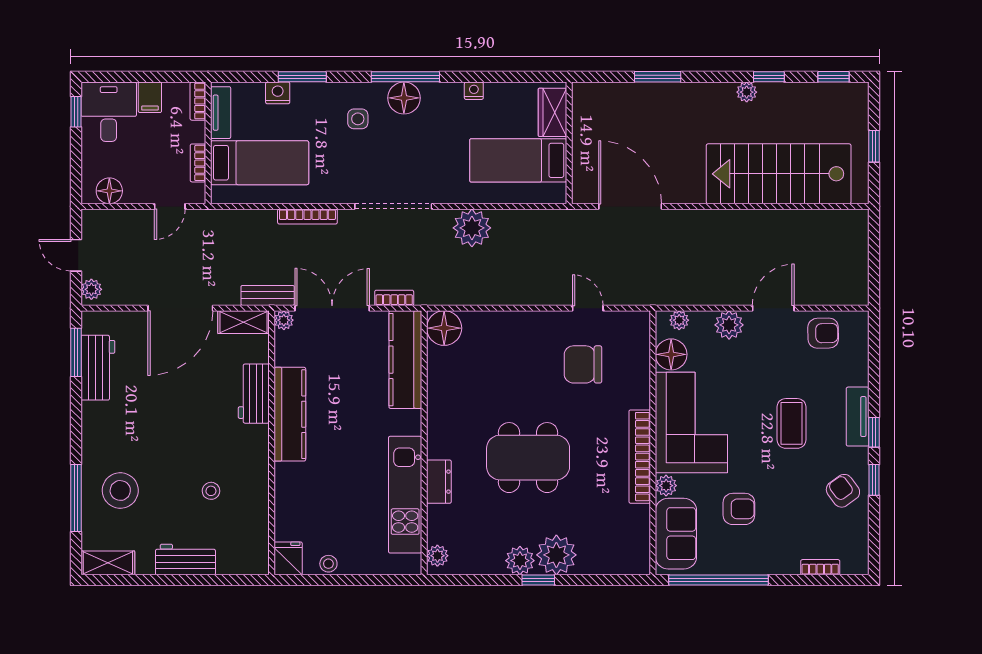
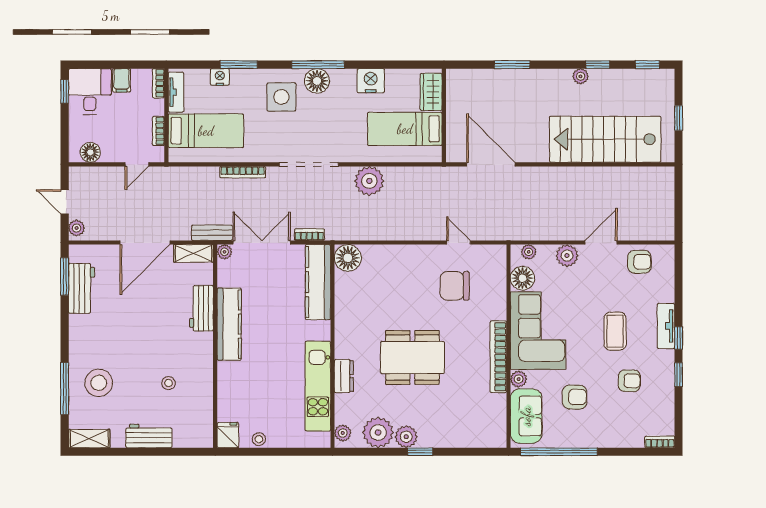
nightstand: (474, 91) -> (371, 81), width x1.89, depth x1.79
side table: (358, 119) -> (281, 97), width x1.87, depth x1.87
armchair: (843, 491) -> (629, 381), moved, turned 128
plant: (556, 555) -> (378, 432), moved
bookcase: (820, 567) -> (660, 442), moved

